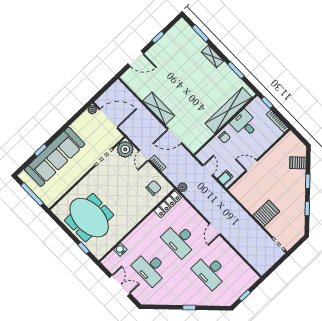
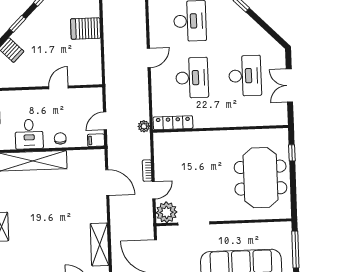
shelving: (159, 108) -> (100, 244), moved
door: (252, 166) -> (58, 87), swing flipped
filing cabinet: (225, 178) -> (96, 140), moved
chair: (154, 188) -> (172, 151), removed
water cooler: (120, 250) -> (258, 120), removed

